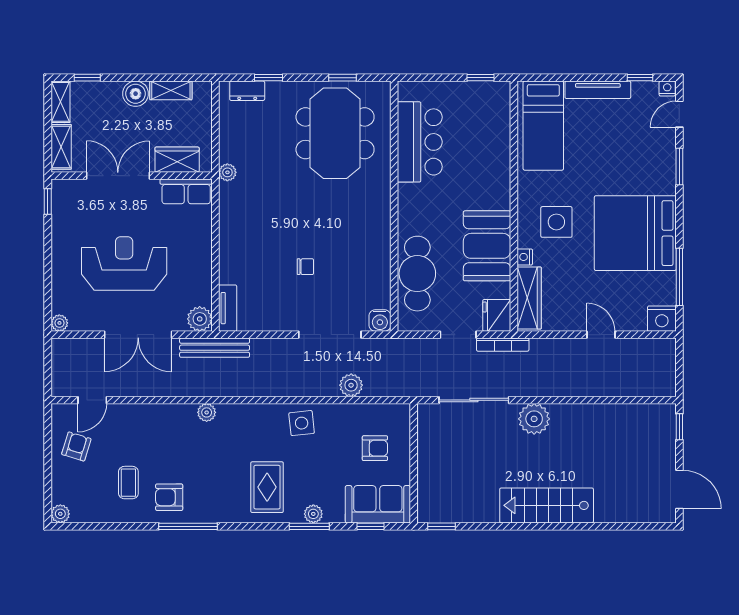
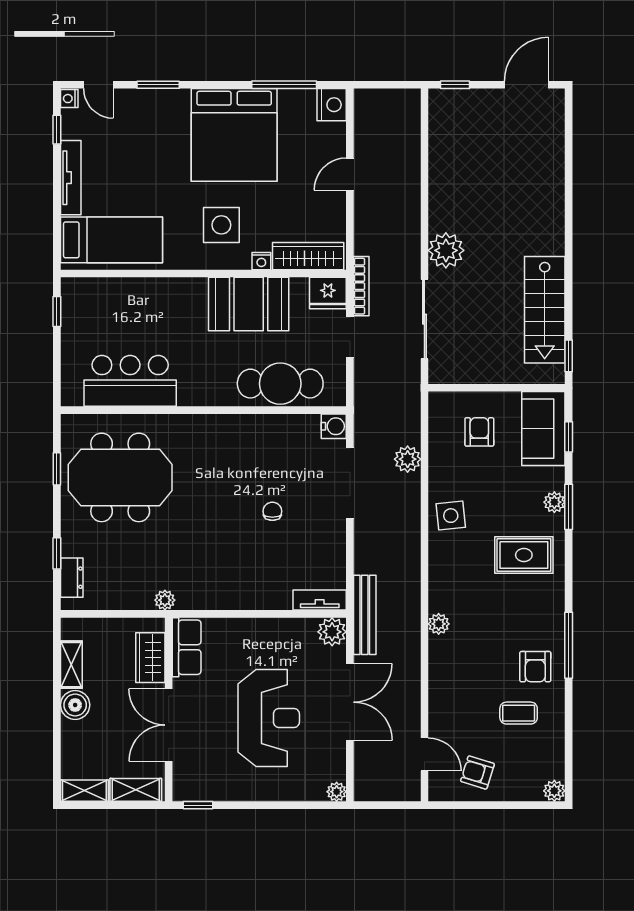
window: (87, 78) -> (57, 760), removed
reception desk: (124, 263) -> (269, 718), turned 180
stairs: (547, 505) -> (545, 310), moved

